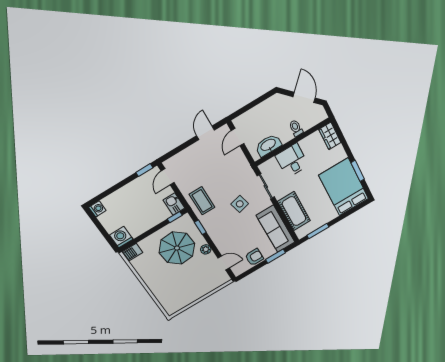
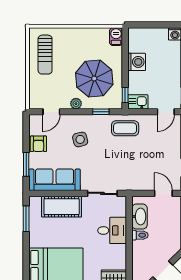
toilet: (296, 128) -> (140, 235), moved
door: (168, 177) -> (166, 112), swing flipped
side table: (240, 204) -> (80, 139), moved
washing machine: (121, 237) -> (137, 62), moved
sun lounger: (182, 294) -> (45, 55), added

